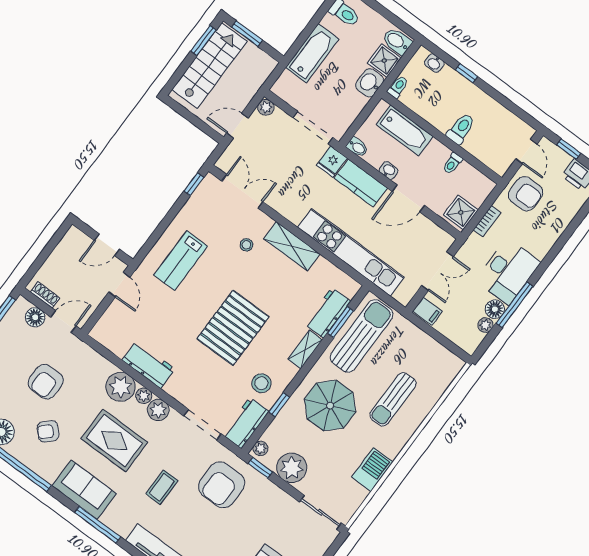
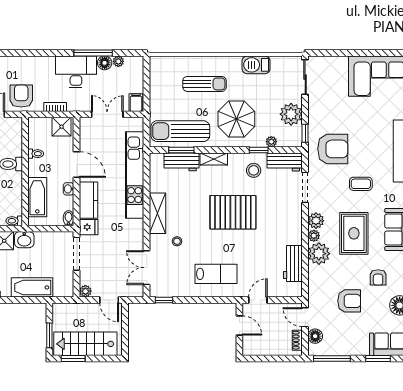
workbench: (149, 365) -> (293, 263), moved
armchair: (48, 431) -> (378, 277), turned 44
plant: (260, 448) -> (271, 142), moved

